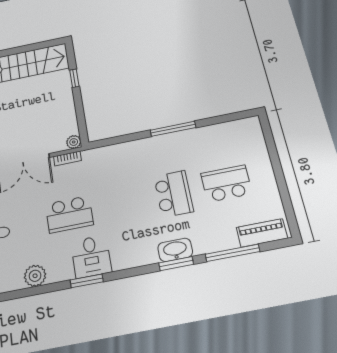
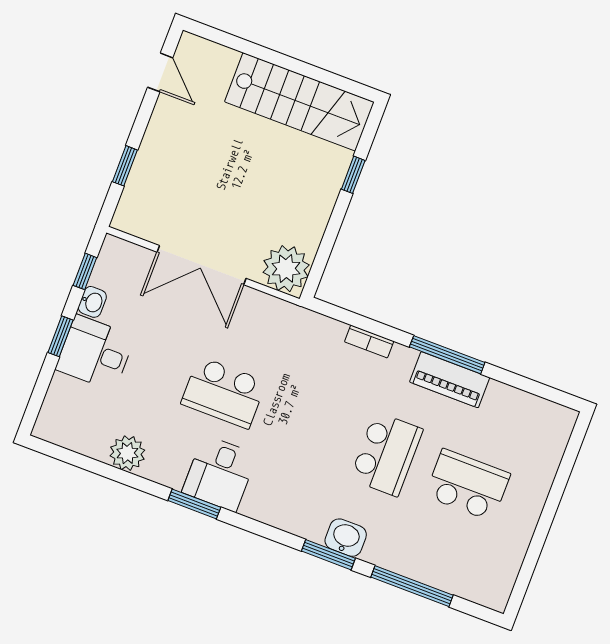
plant: (74, 142) -> (286, 269), width x1.88, depth x1.88
bookcase: (67, 158) -> (369, 342), moved
piano: (262, 233) -> (450, 380), moved, turned 180
washbasin: (175, 250) -> (346, 538), width x0.72

